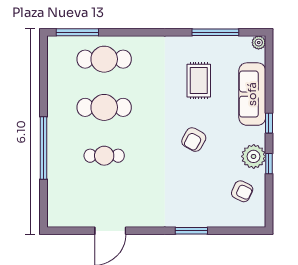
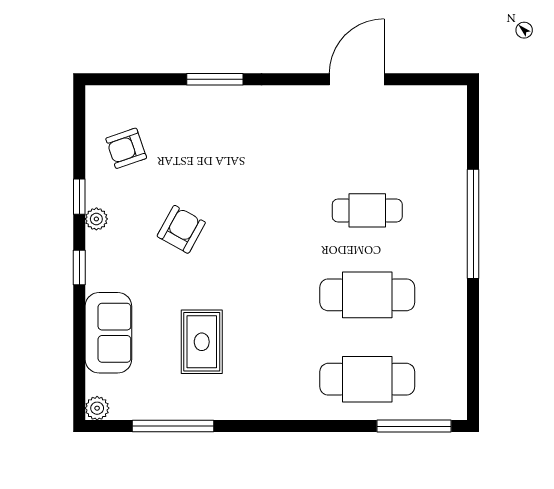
sofa: (252, 94) -> (108, 333), width x0.73
armchair: (194, 140) -> (181, 229), moved
plant: (254, 156) -> (96, 219), width x0.53, depth x0.53
armchair: (242, 191) -> (126, 148), turned -44

